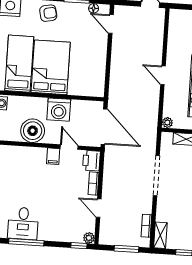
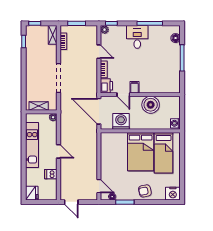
dishwasher: (176, 45) -> (51, 174), added
washing machine: (59, 110) -> (121, 121), moved
desk: (23, 223) -> (137, 37), moved

